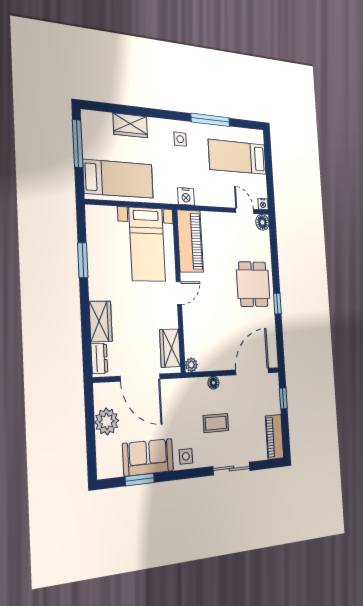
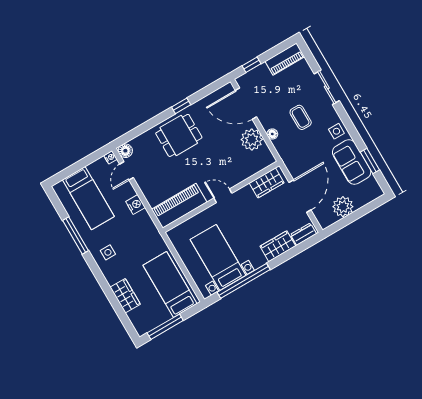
nightstand: (186, 196) -> (135, 205), moved
bed with nightstands: (147, 244) -> (218, 257), moved, turned -90
window: (83, 260) -> (244, 281), width x2.11
plant: (191, 365) -> (252, 140), moved, width x1.88, depth x1.88

